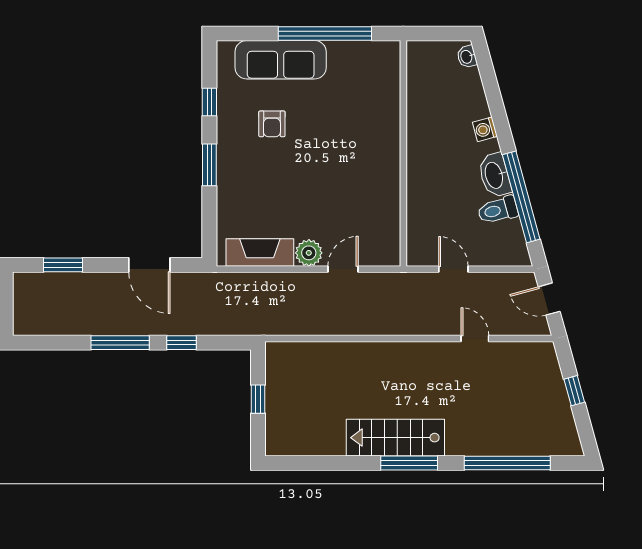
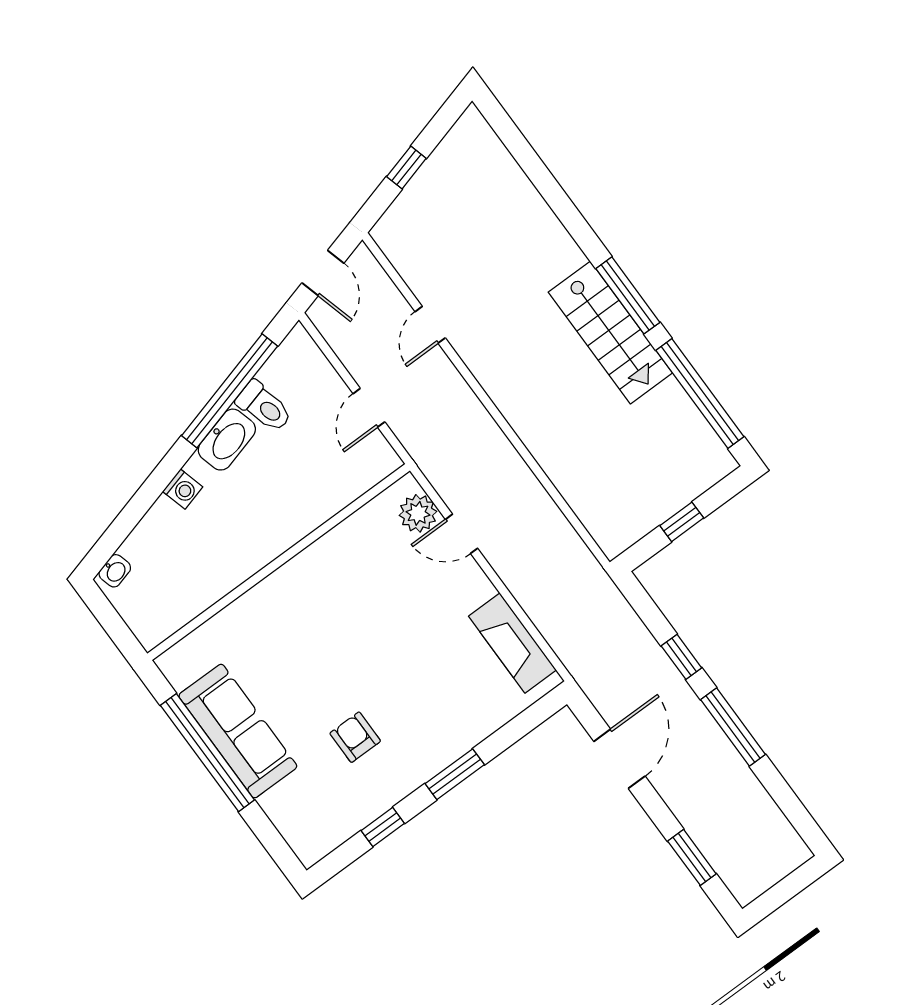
sofa: (281, 60) -> (238, 731), moved
armchair: (272, 124) -> (355, 737), turned -90
plant: (309, 253) -> (418, 513), moved
window: (507, 463) -> (700, 394), moved

